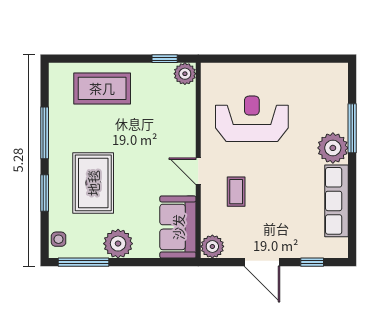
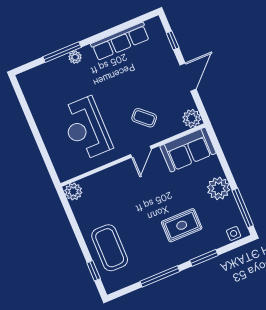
window: (165, 59) -> (94, 271), moved
plant: (333, 148) -> (75, 57), width x0.53, depth x0.53
rug: (93, 183) -> (182, 225), width x0.73, depth x0.70
coffee table: (236, 192) -> (144, 118), turned 42

